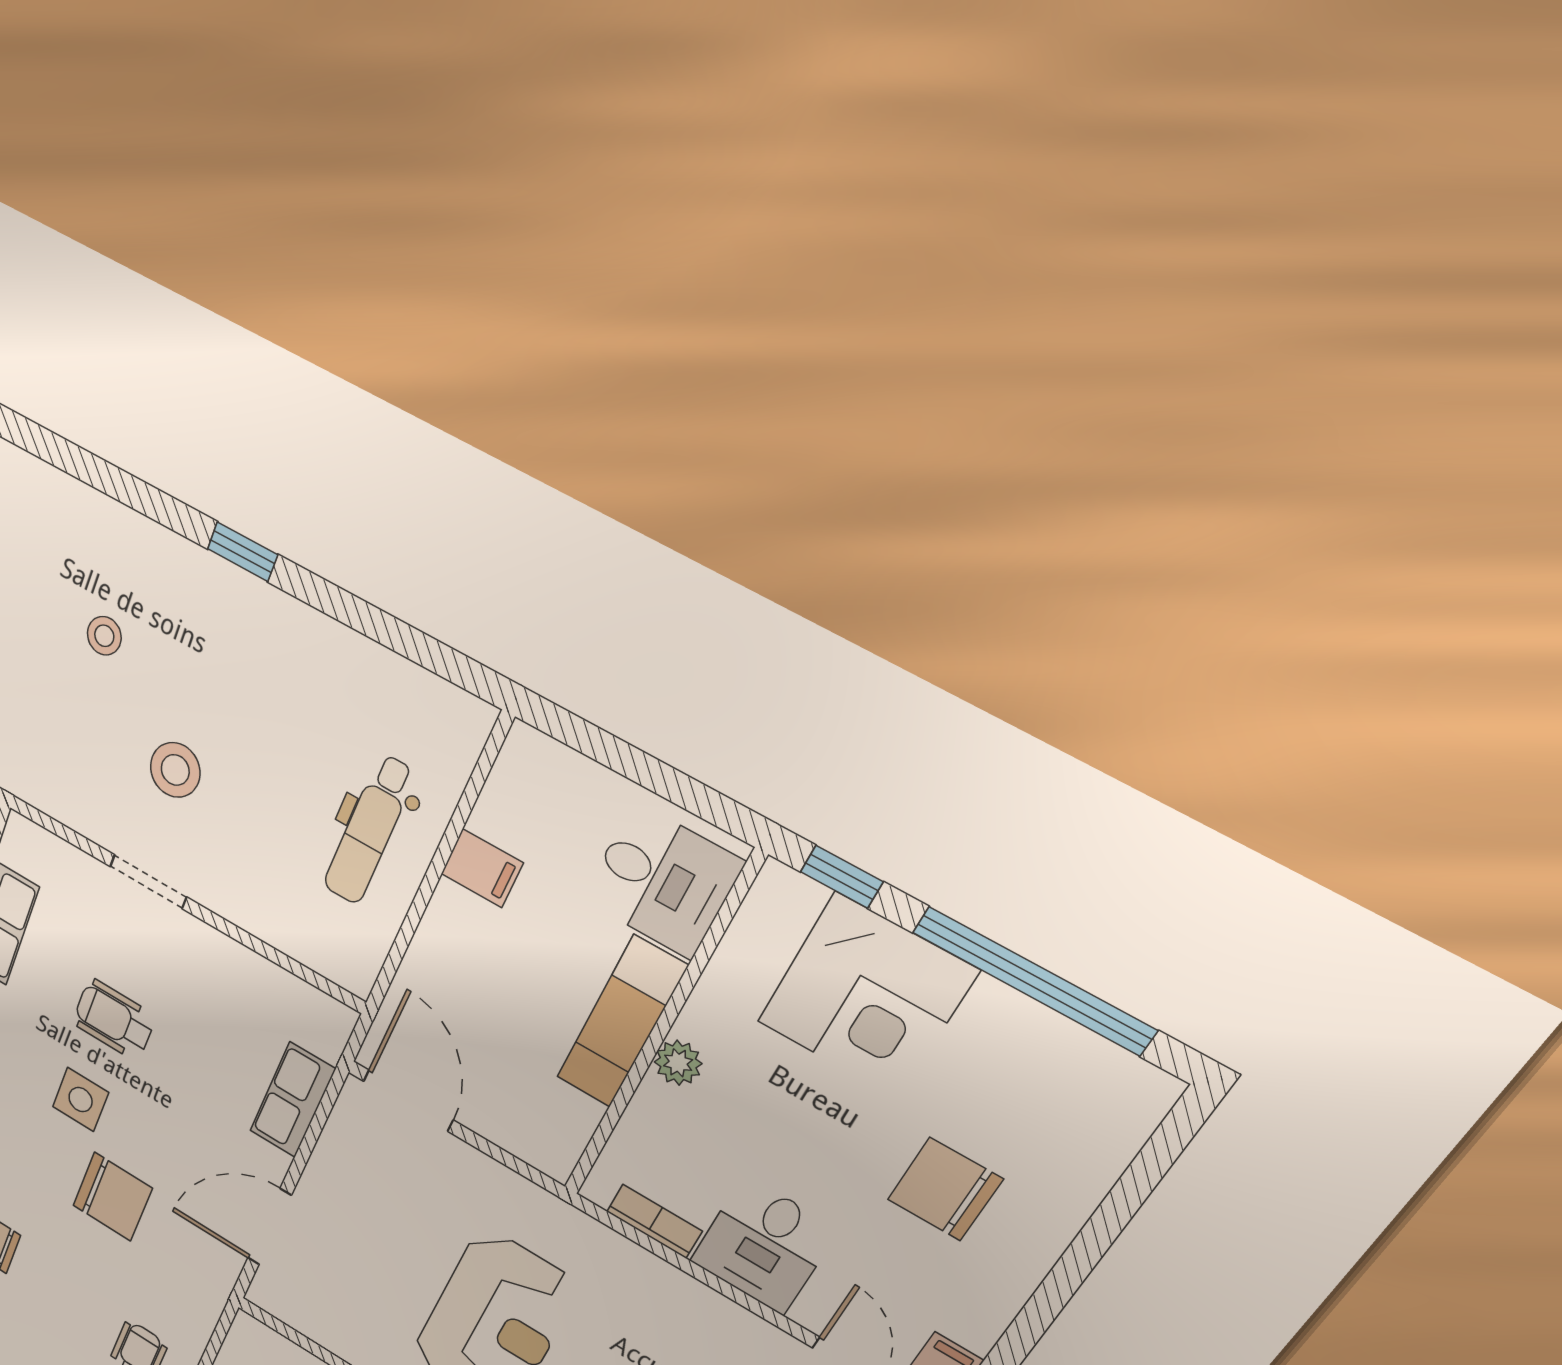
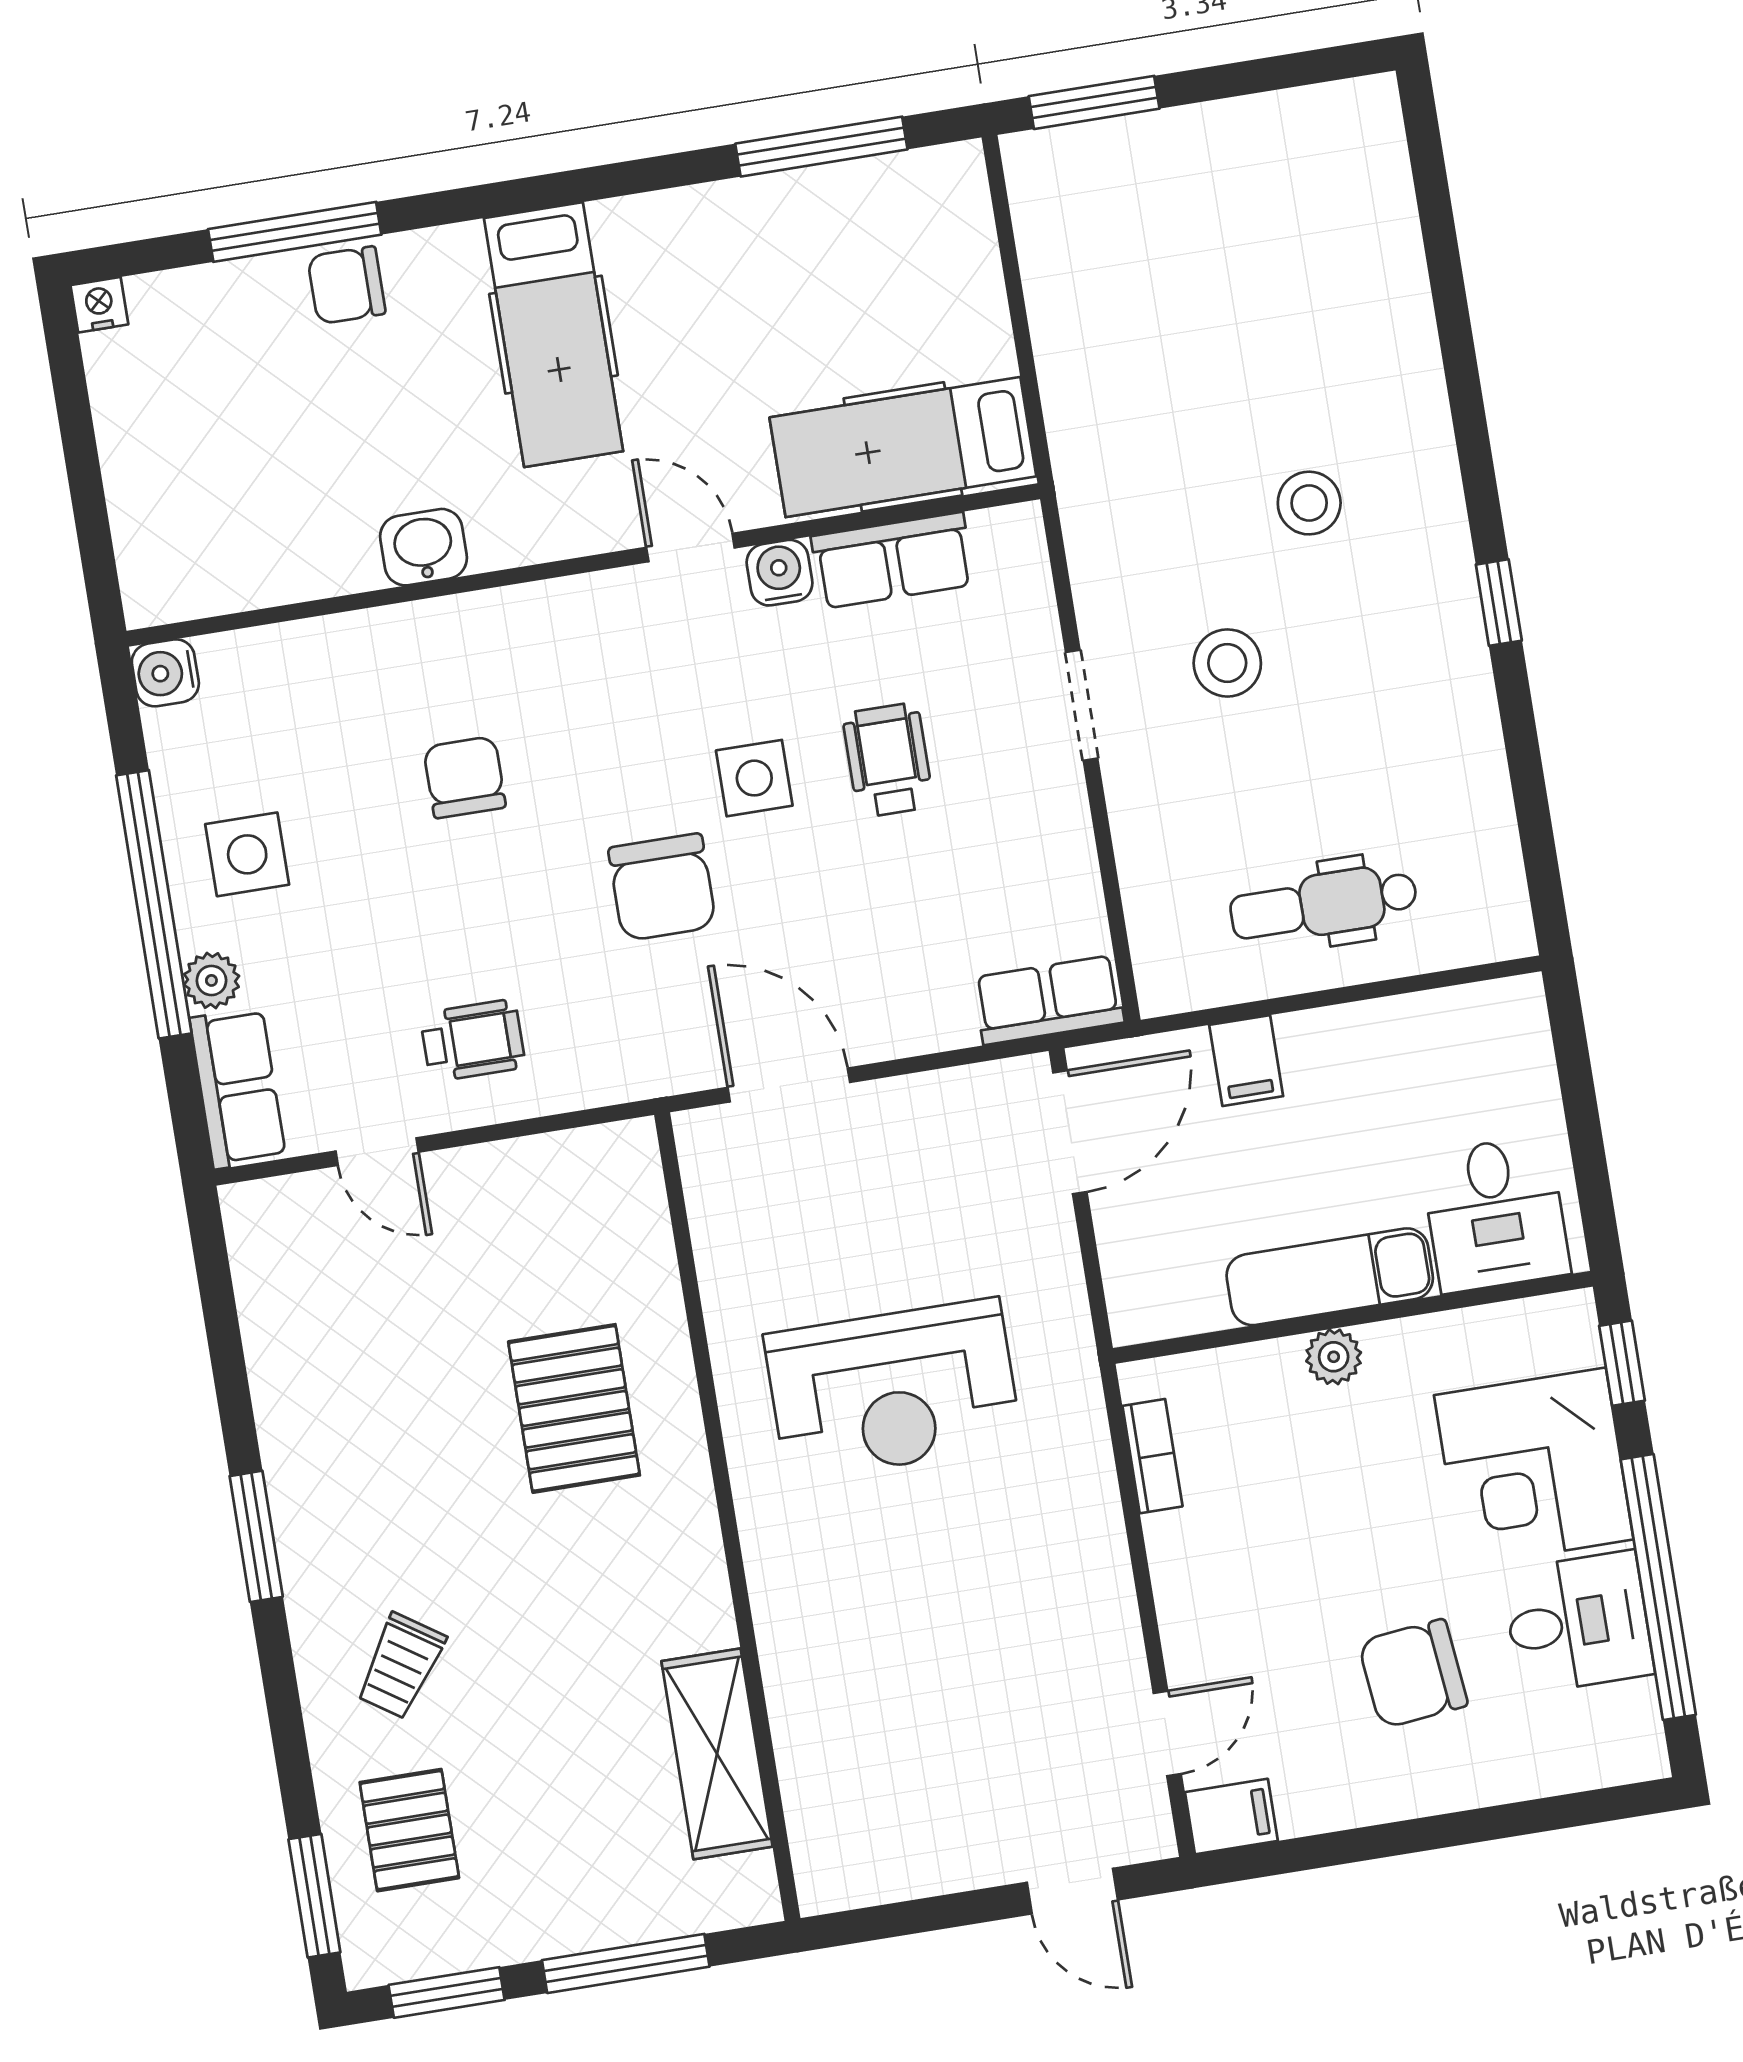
stool: (104, 636) -> (1309, 503), width x1.37, depth x1.37
filing cabinet: (482, 868) -> (1246, 1061), moved
row of seats: (293, 1100) -> (1049, 1000), moved
chair: (945, 1189) -> (1413, 1674), turned -96
desk: (764, 1245) -> (1578, 1622), moved, turned 180

